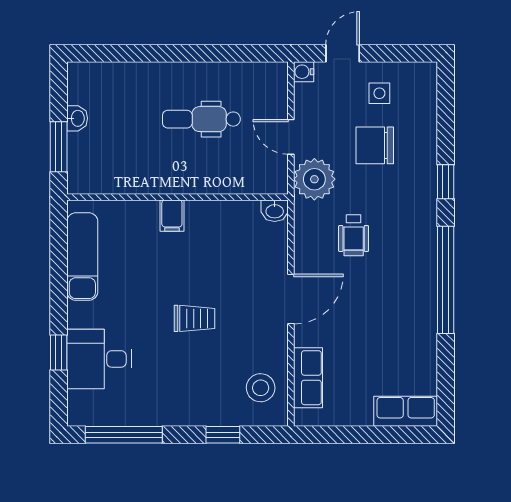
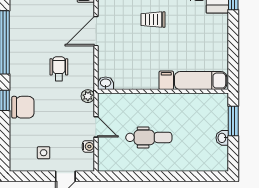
water cooler: (304, 72) -> (88, 146), moved
chair: (375, 145) -> (23, 107), moved
plant: (314, 179) -> (88, 96), width x0.53, depth x0.53
exam couch: (82, 257) -> (201, 81), moved, turned 90

